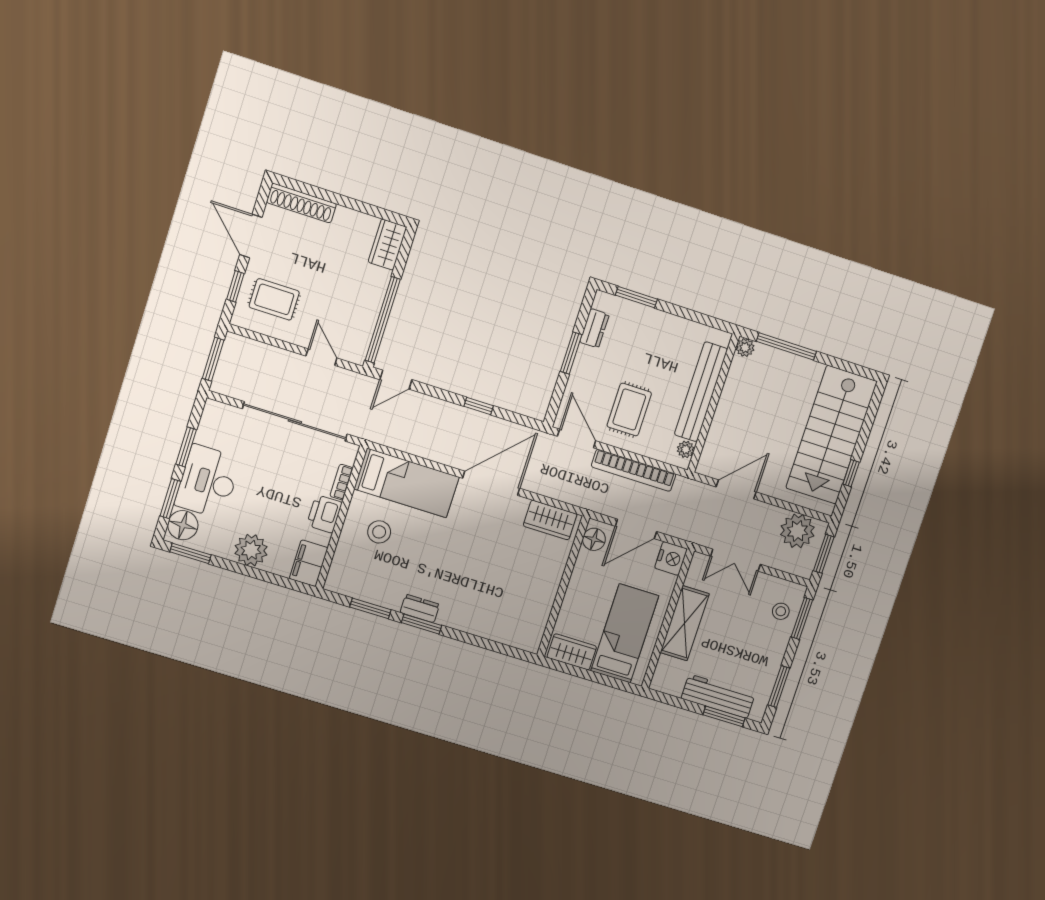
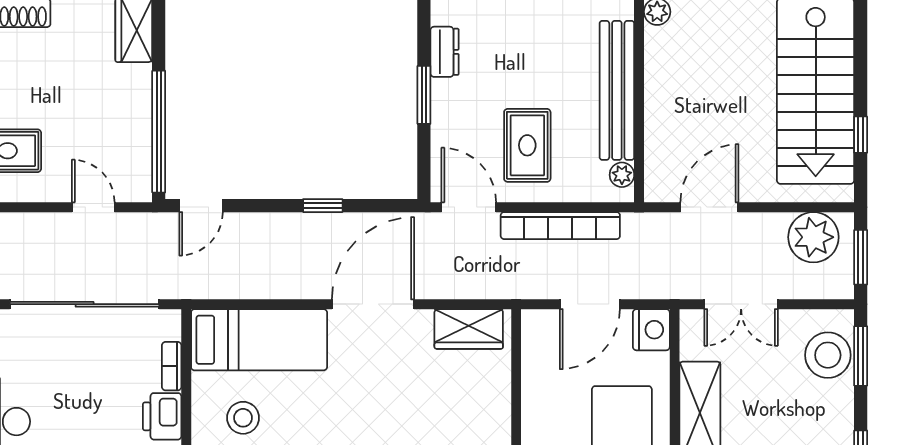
floor lamp: (594, 539) -> (537, 337), removed
stool: (781, 611) -> (828, 355), width x1.89, depth x1.89

